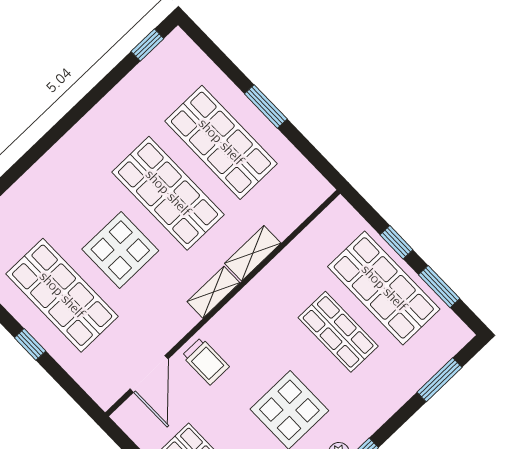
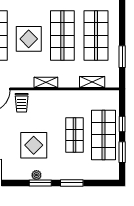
window: (266, 106) -> (122, 57), moved
shelving: (253, 253) -> (92, 82), moved
window: (440, 380) -> (72, 183), moved

